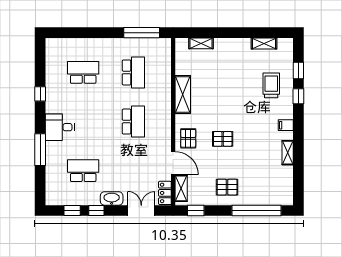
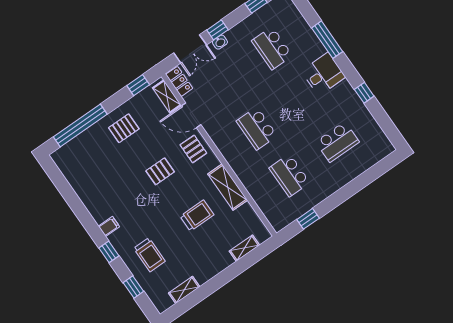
window: (142, 33) -> (308, 219), width x0.46
trolley: (218, 90) -> (197, 215), added
window: (298, 96) -> (109, 252), moved
shelving: (288, 153) -> (89, 201), removed
school desk: (83, 171) -> (272, 48), turned 90
washbasin: (112, 198) -> (220, 42), width x0.52, depth x0.69
window: (96, 210) -> (217, 30), moved

